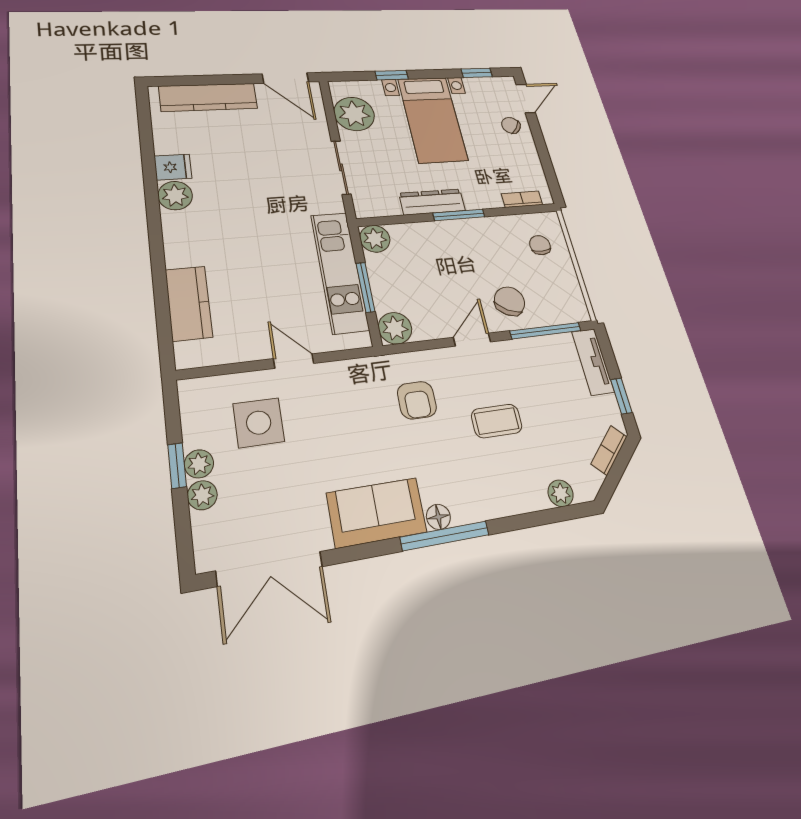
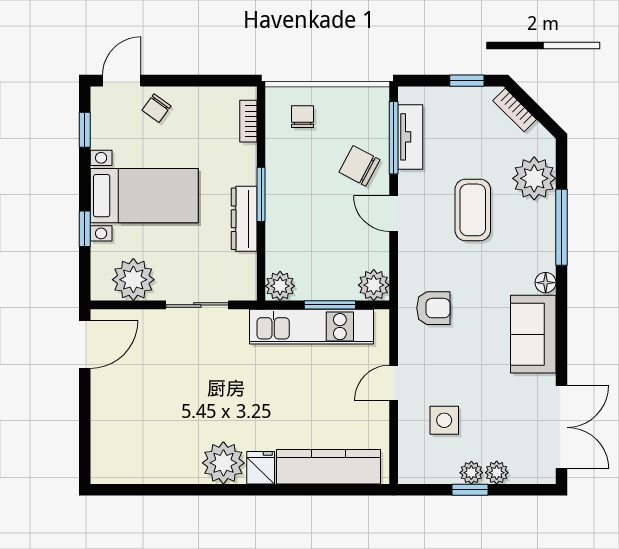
kitchen counter: (208, 97) -> (106, 426), removed
door: (526, 99) -> (122, 81), hinge flipped
fridge: (173, 167) -> (261, 468), moved
plant: (175, 196) -> (223, 463), width x1.36, depth x1.36
chair: (540, 245) -> (302, 117), turned 91
kitchen counter: (189, 303) -> (328, 467), width x1.50
tv unit: (593, 362) -> (410, 137), moved, turned -90
armchair: (417, 400) -> (433, 308), moved
coffee table: (497, 421) -> (473, 210), width x1.36, depth x1.30
side table: (259, 423) -> (444, 420), width x0.73, depth x0.73
plant: (561, 493) -> (534, 178), width x1.88, depth x1.88
window: (445, 536) -> (562, 227), moved

